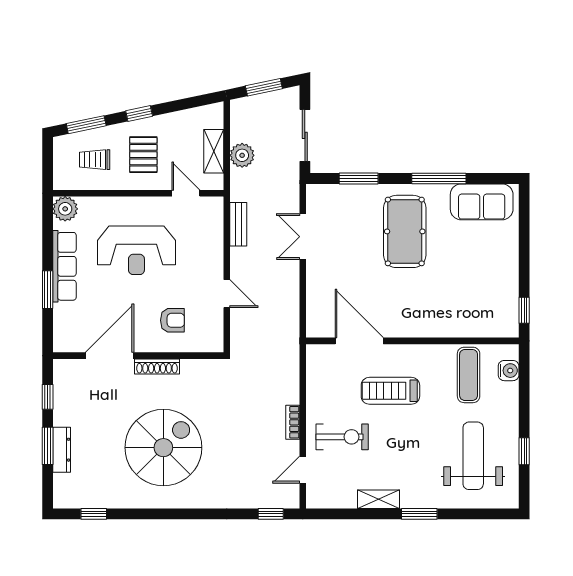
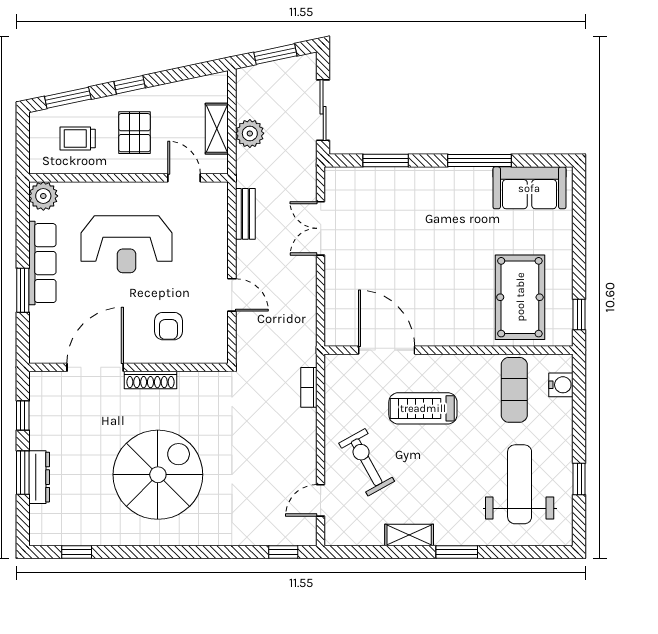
pool table: (405, 231) -> (520, 297), moved
armchair: (172, 320) -> (168, 326), turned 90
bookcase: (293, 422) -> (309, 387), moved
exercise bike: (342, 437) -> (367, 462), turned -119

